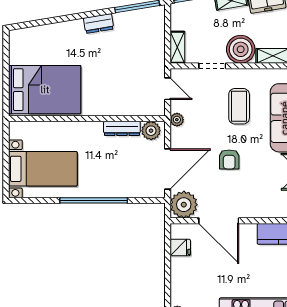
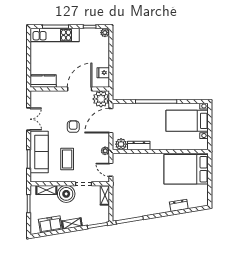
dresser: (99, 24) -> (179, 205), moved
door: (219, 221) -> (80, 89), hinge flipped

